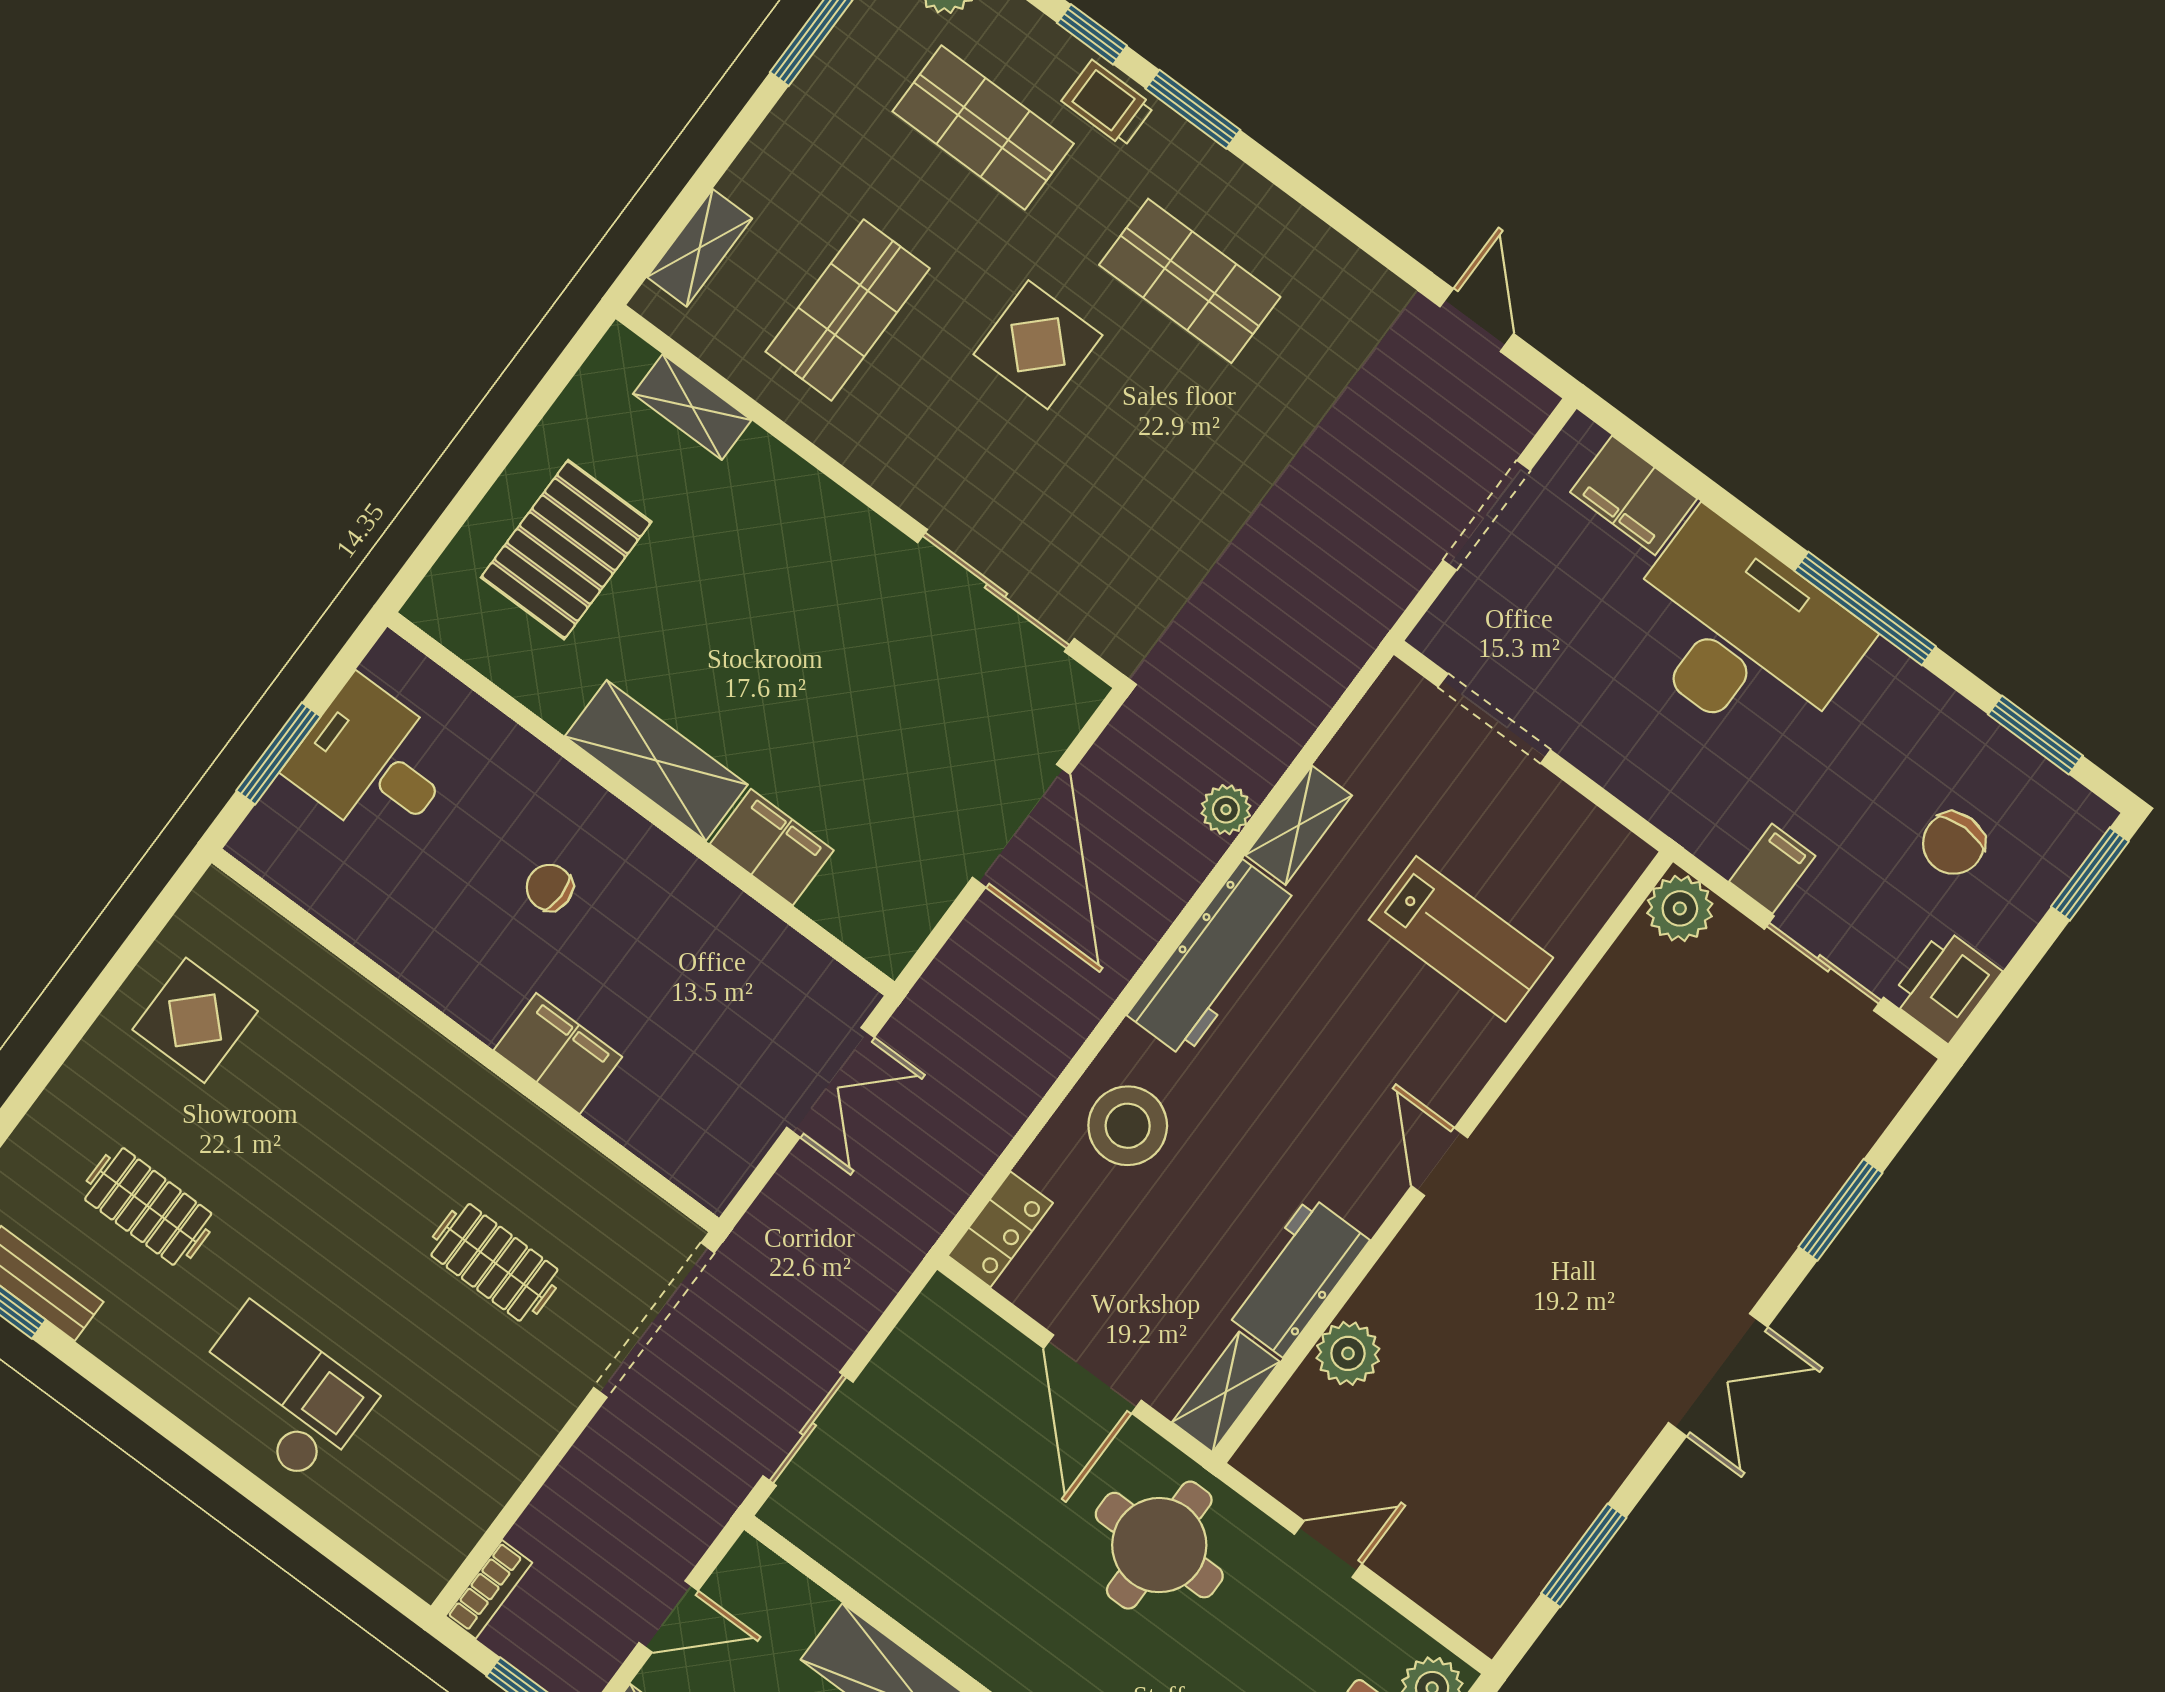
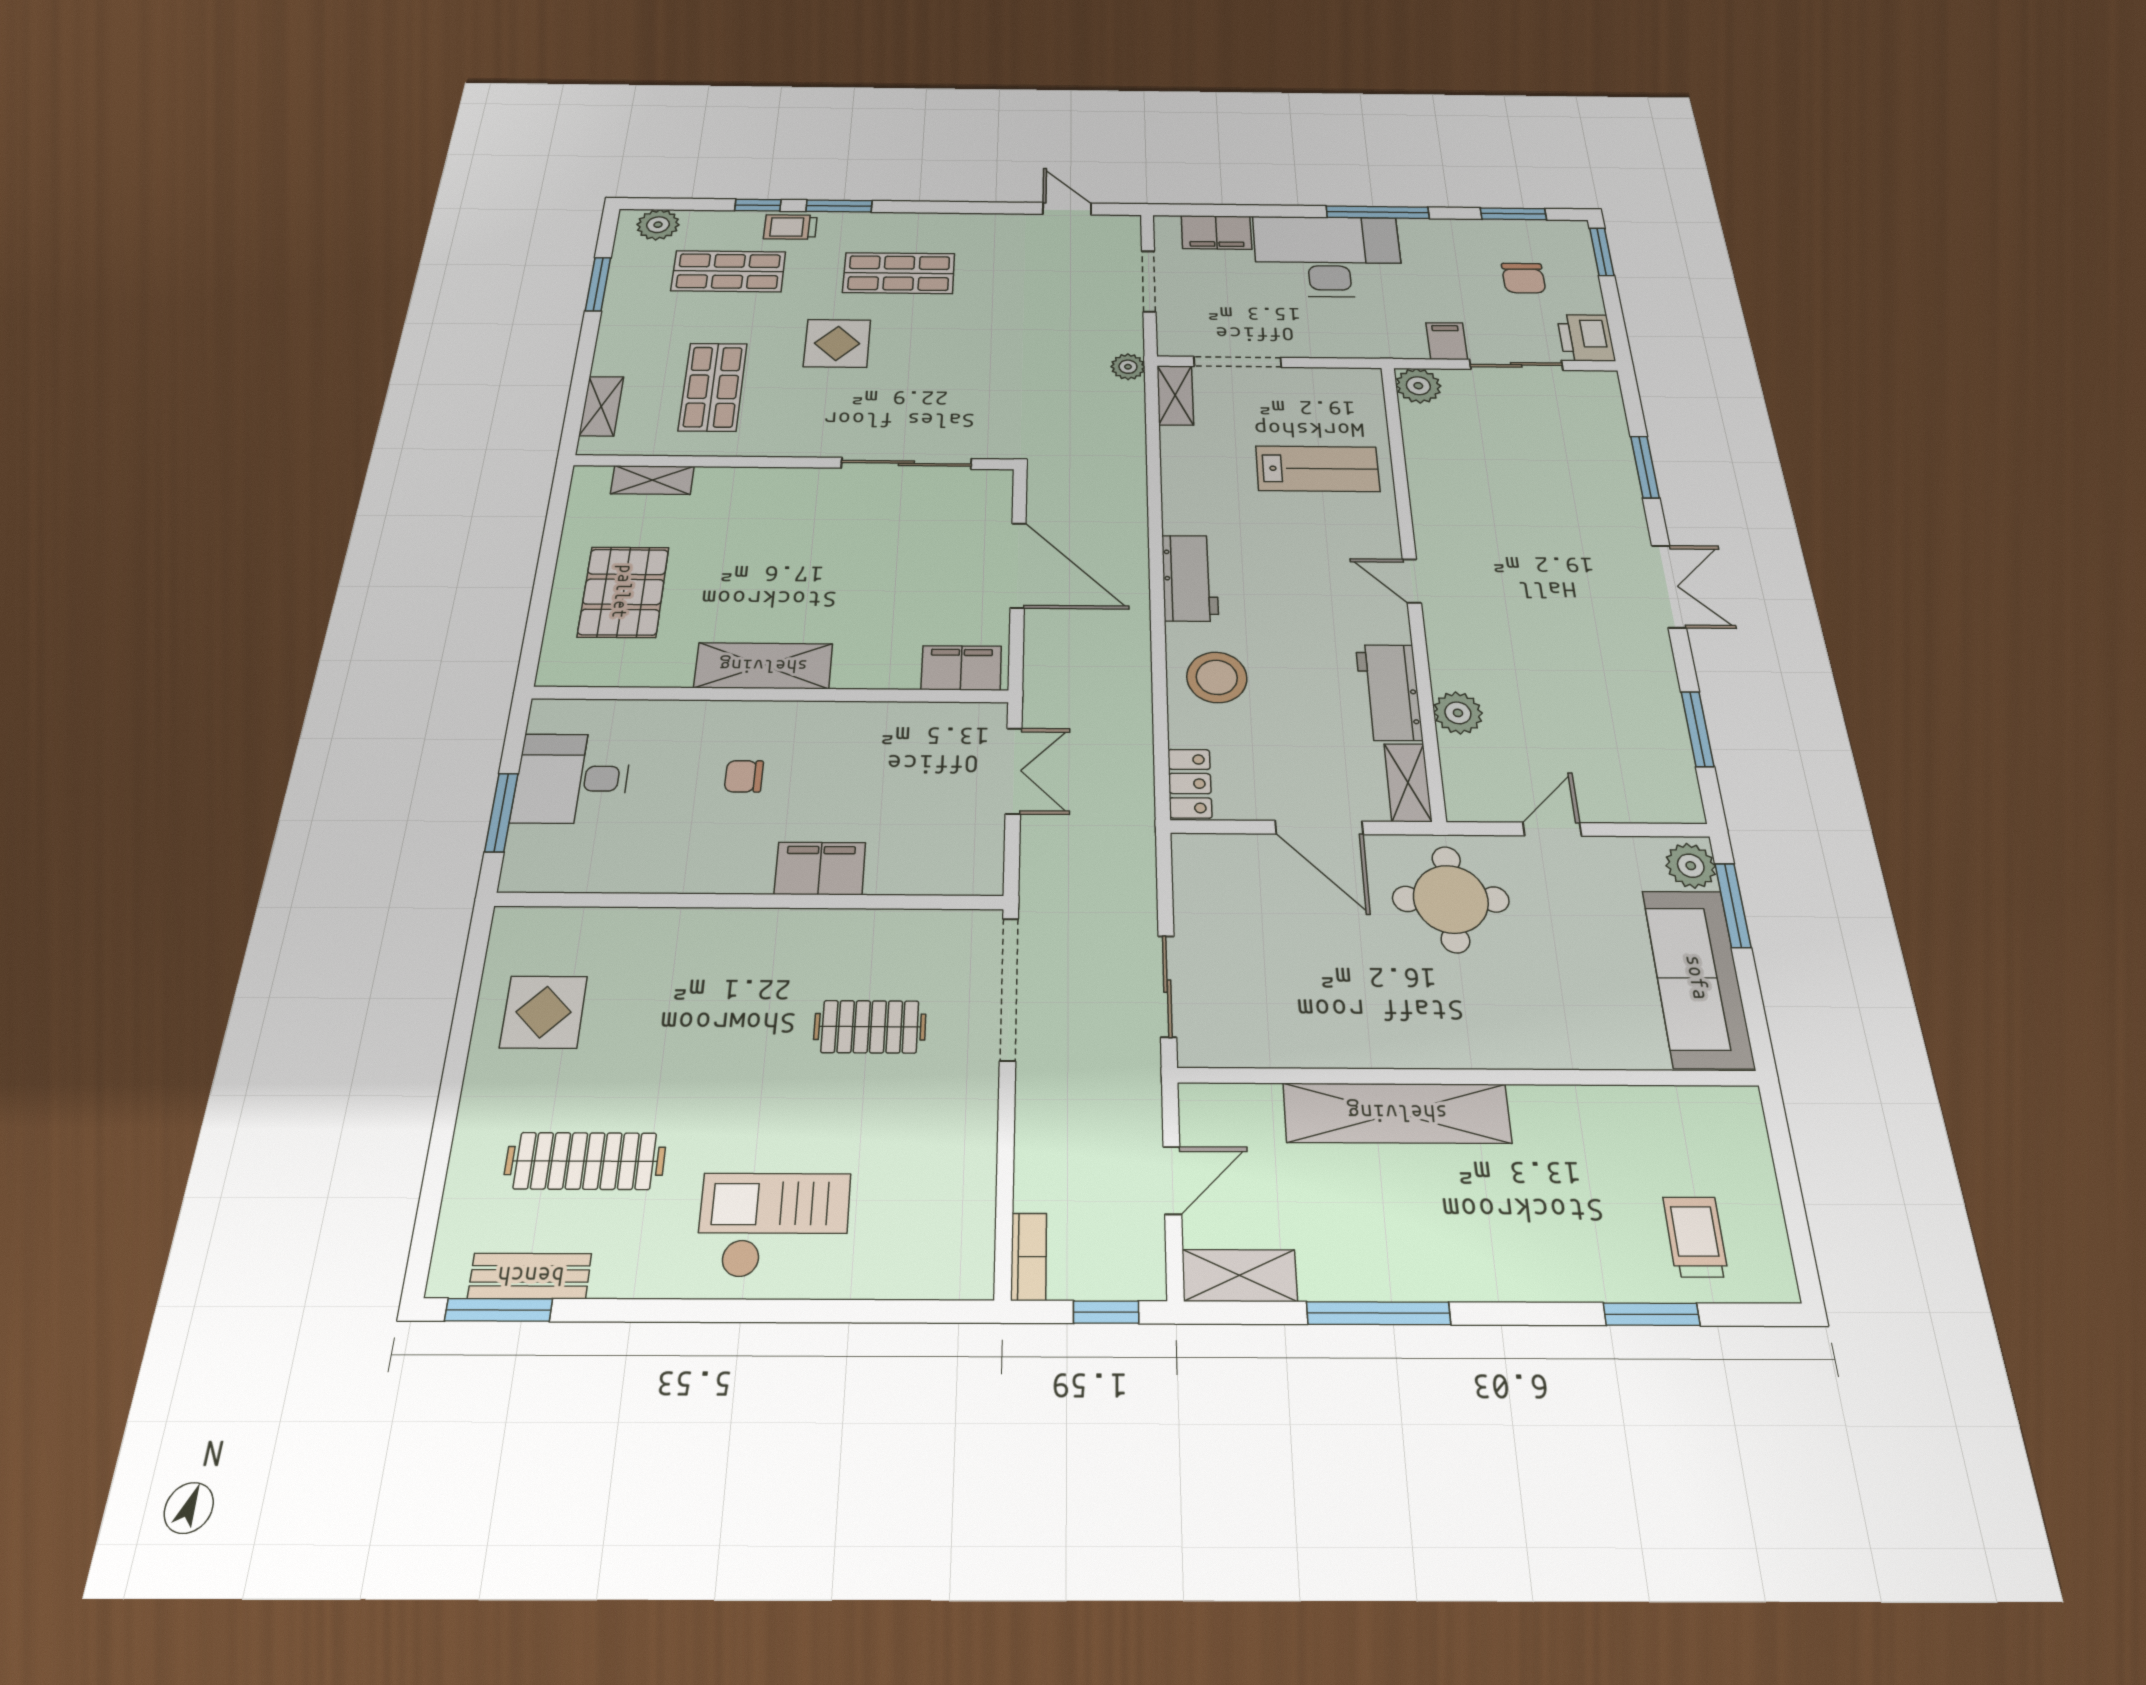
plant: (1226, 810) -> (1128, 367), moved
shelving: (1299, 825) -> (1175, 395), moved
filing cabinet: (772, 847) -> (961, 668), moved
workbench: (1214, 959) -> (1190, 578), width x0.73
clothes rail: (148, 1206) -> (585, 1161), width x1.36

